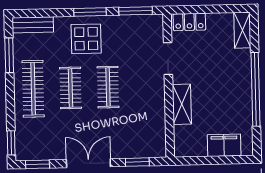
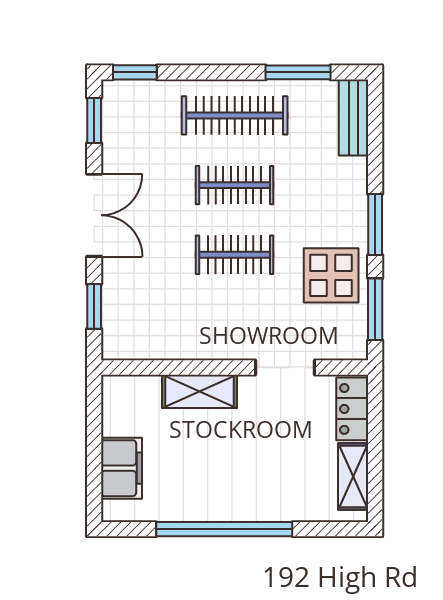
shelving: (242, 30) -> (353, 477), moved, turned 90
display table: (86, 39) -> (331, 275), moved

